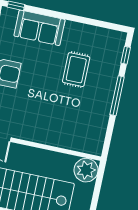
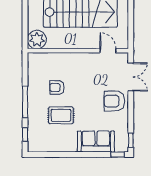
rug: (76, 70) -> (61, 115), turned 90
armchair: (74, 105) -> (57, 87), added

